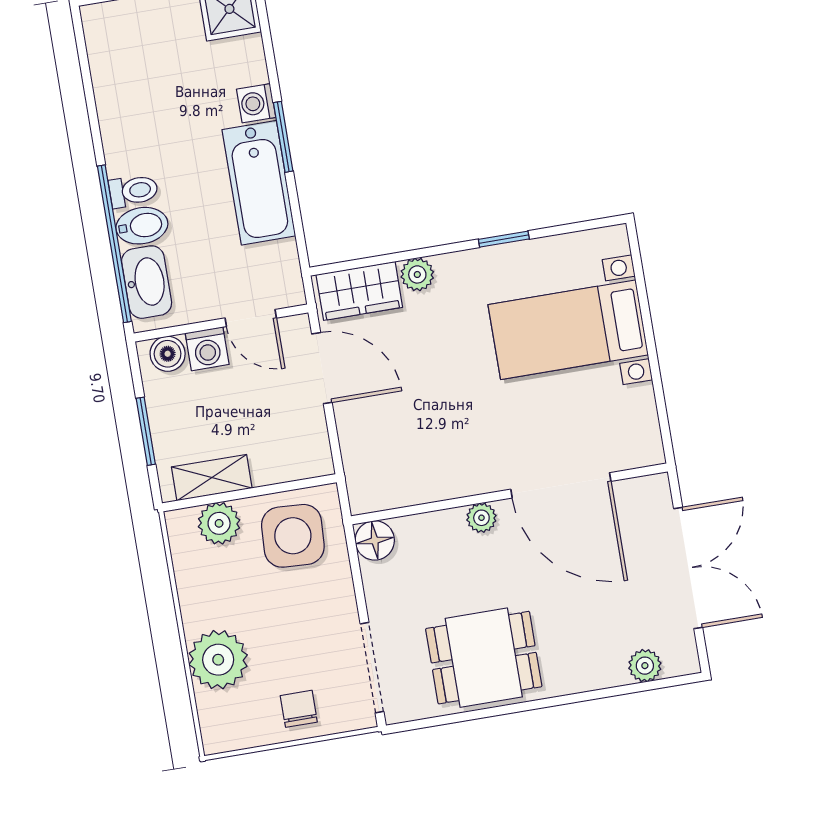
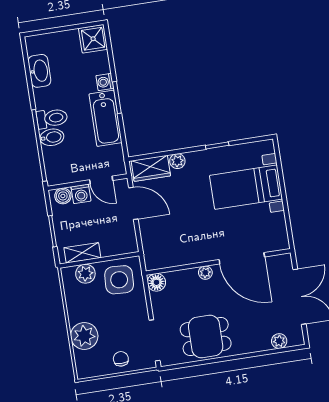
toilet: (134, 191) -> (52, 118), width x1.37, depth x1.39
washbasin: (147, 282) -> (39, 71), moved

